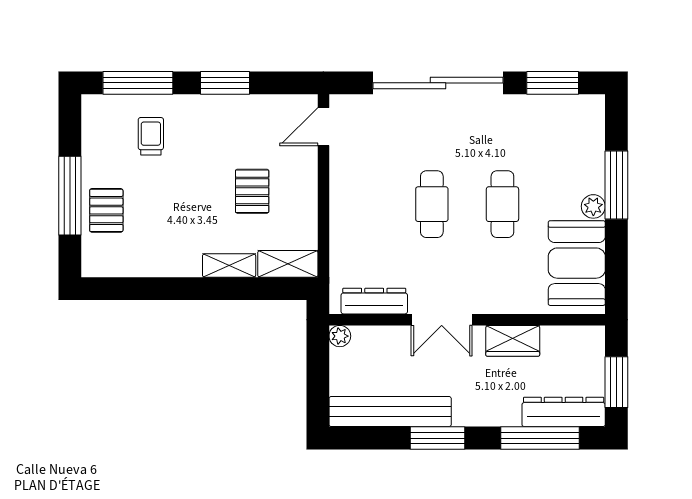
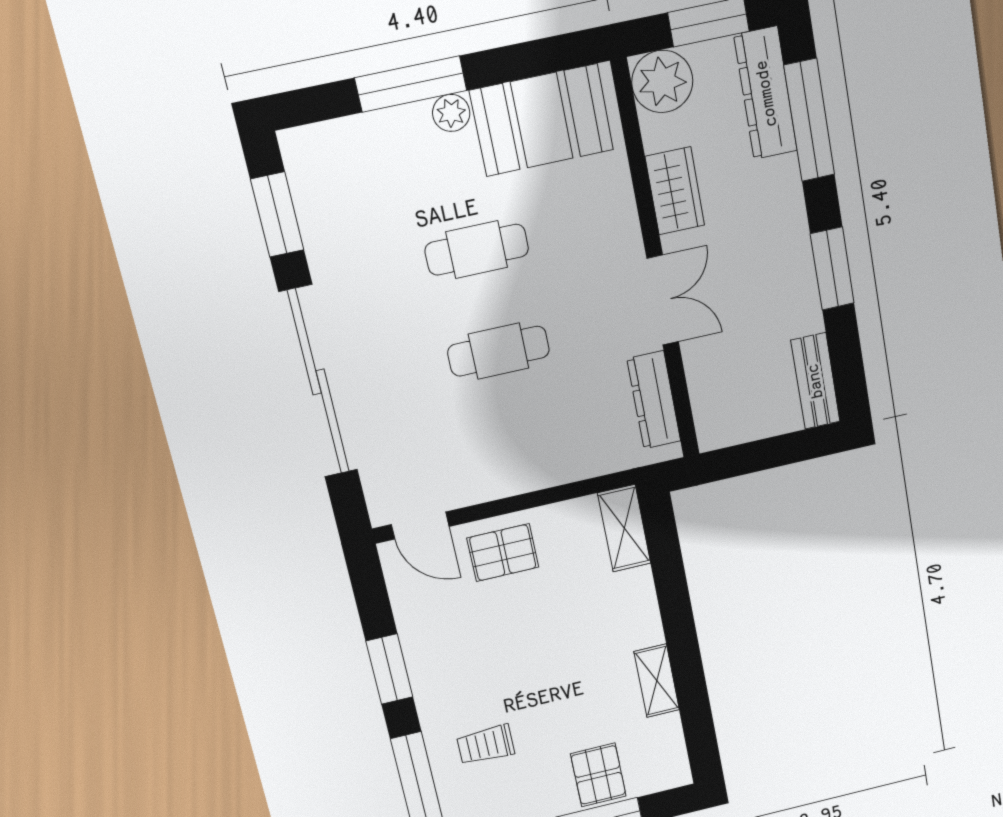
pallet: (252, 191) -> (503, 553), moved
pallet: (106, 210) -> (598, 775), turned 90
shelving: (229, 265) -> (657, 681), moved
plant: (340, 336) -> (662, 82), moved, width x1.88, depth x1.88
bench: (390, 412) -> (815, 381), width x0.54, depth x0.82

